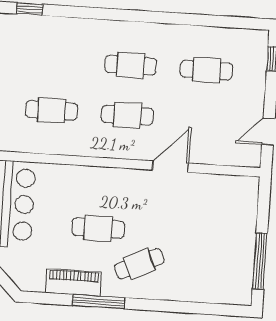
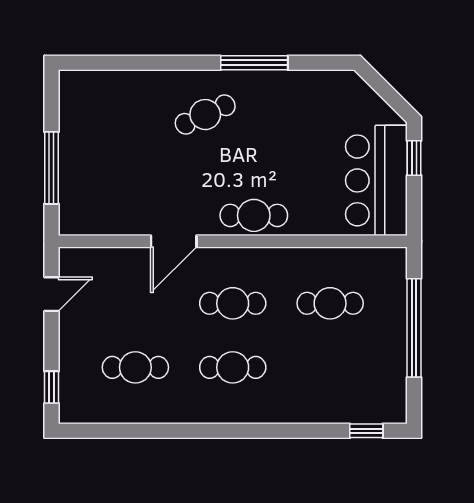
cafe table: (98, 228) -> (254, 215), moved
window: (260, 261) -> (51, 168), moved
piano: (74, 282) -> (287, 85), removed

